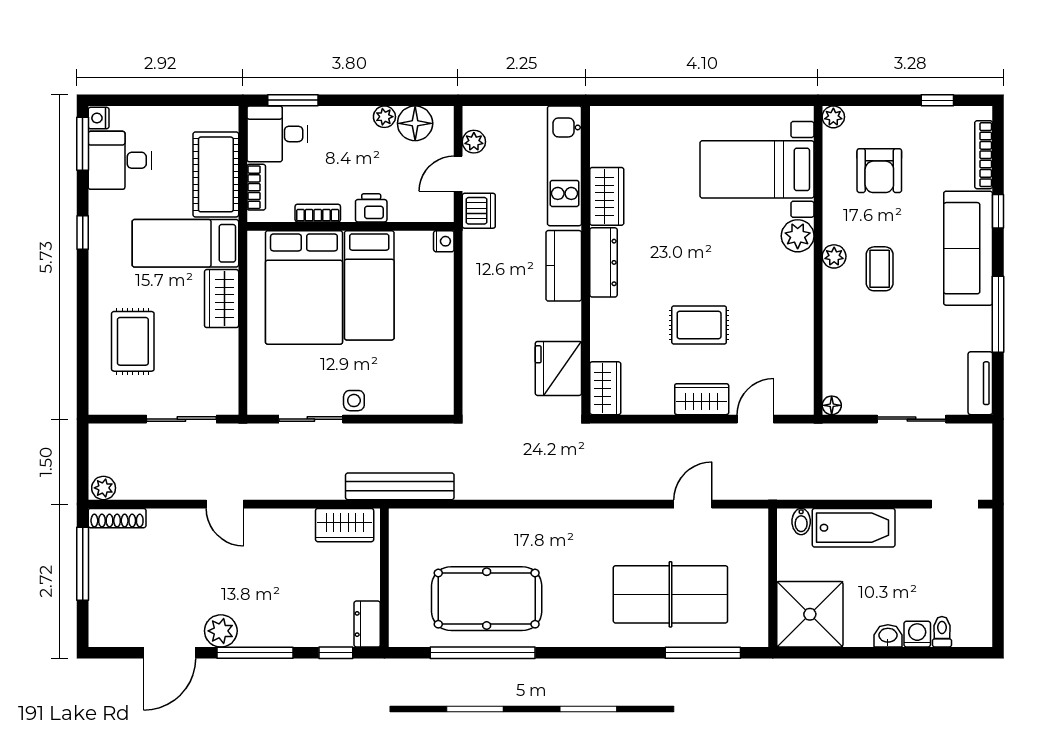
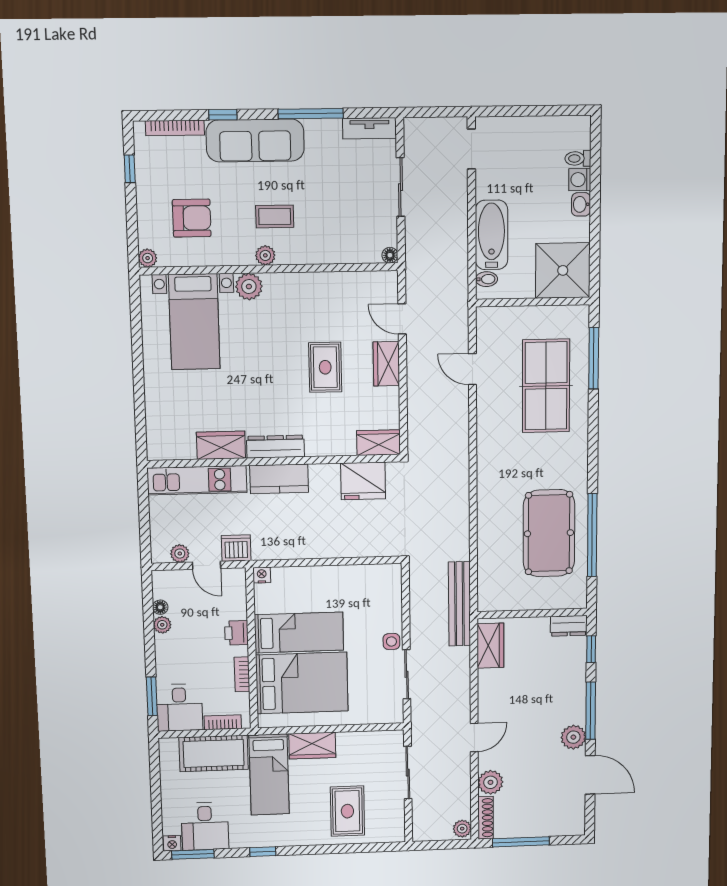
floor lamp: (415, 123) -> (160, 607), width x0.53, depth x0.53
rug: (133, 341) -> (347, 811), turned 90
plant: (164, 525) -> (490, 782), added

